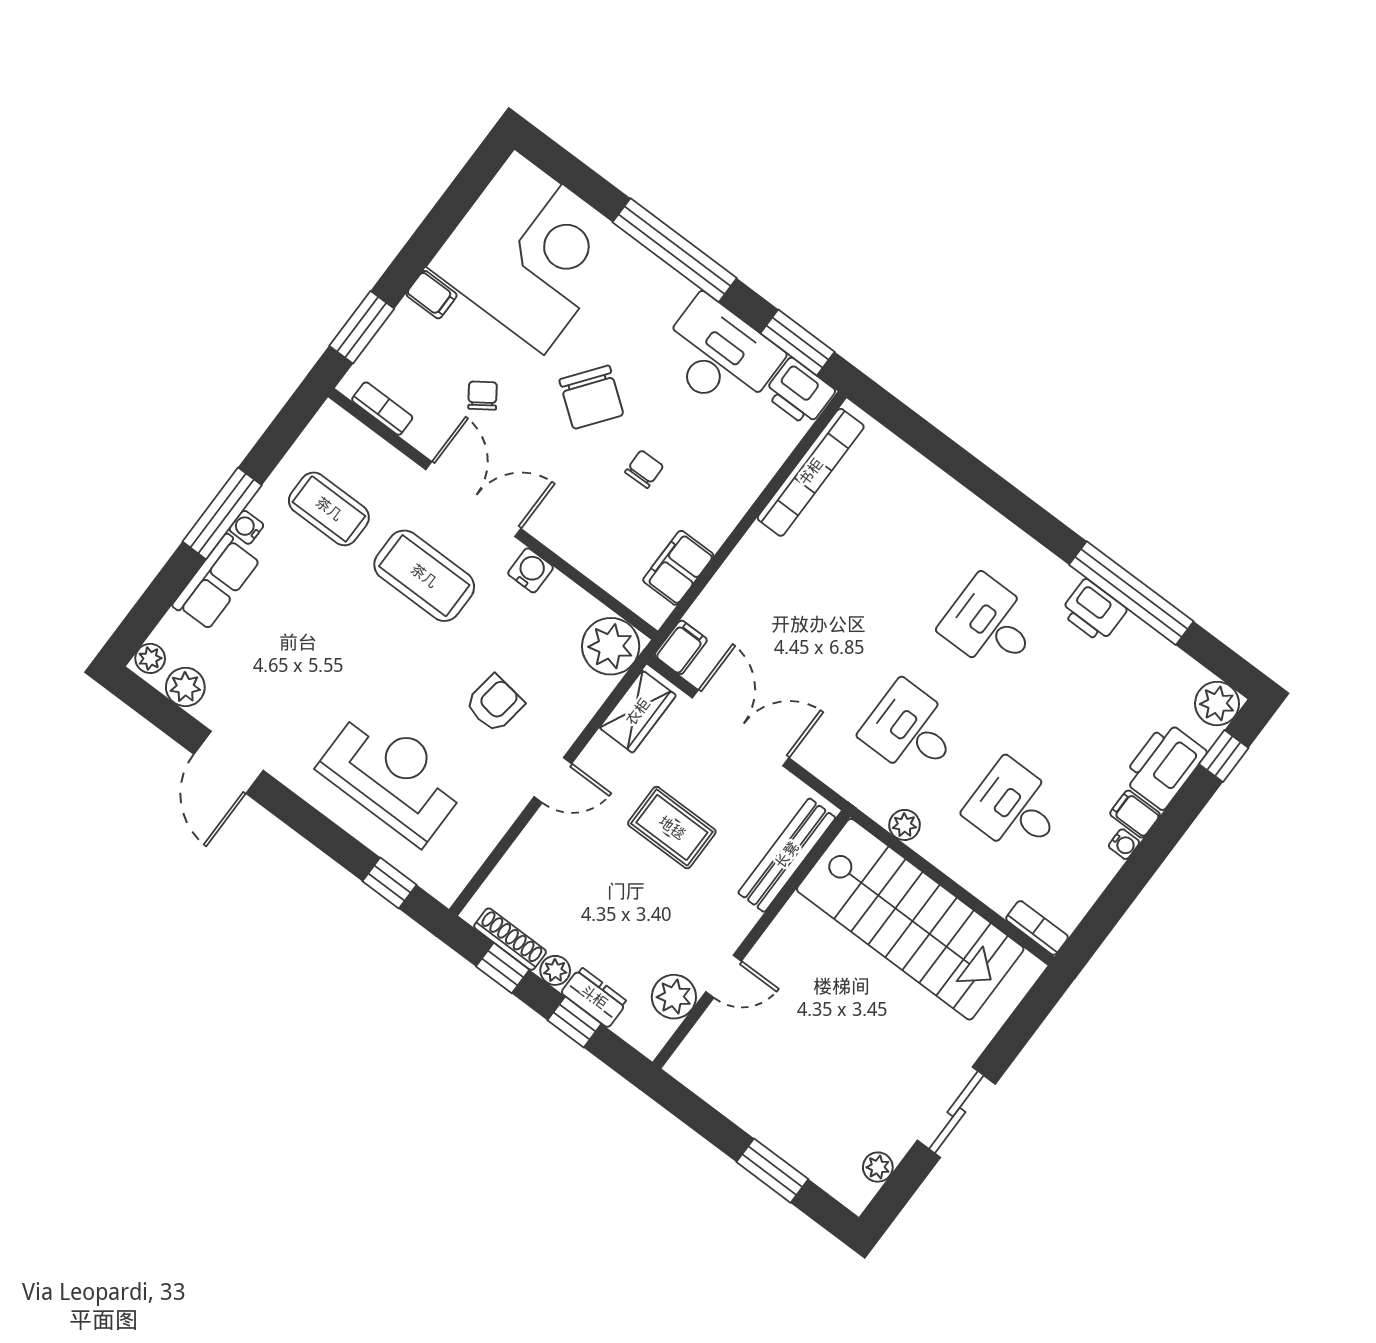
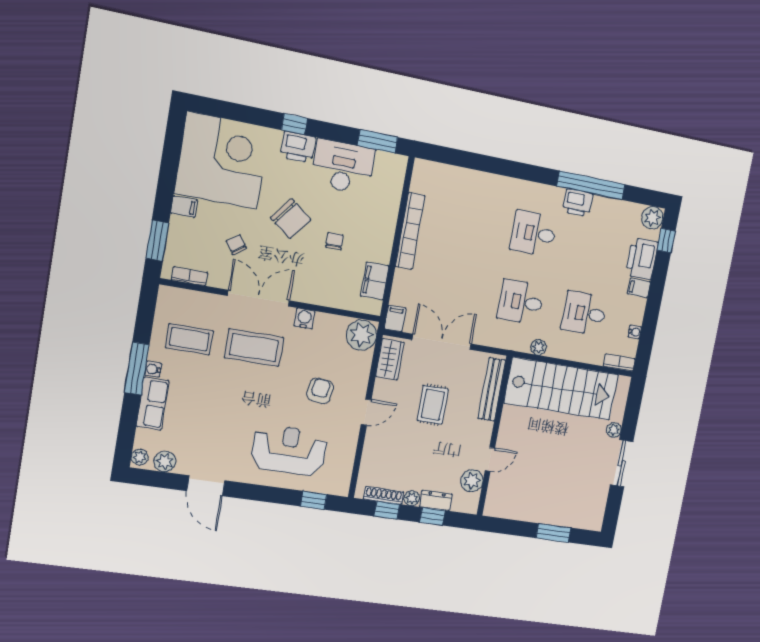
window: (675, 250) -> (294, 124), width x0.32
printer: (799, 392) -> (298, 147), moved
bookcase: (811, 472) -> (410, 231), moved
rug: (672, 828) -> (433, 405), turned 90
water cooler: (1124, 844) -> (635, 332), moved
plant: (878, 1167) -> (614, 430), moved

